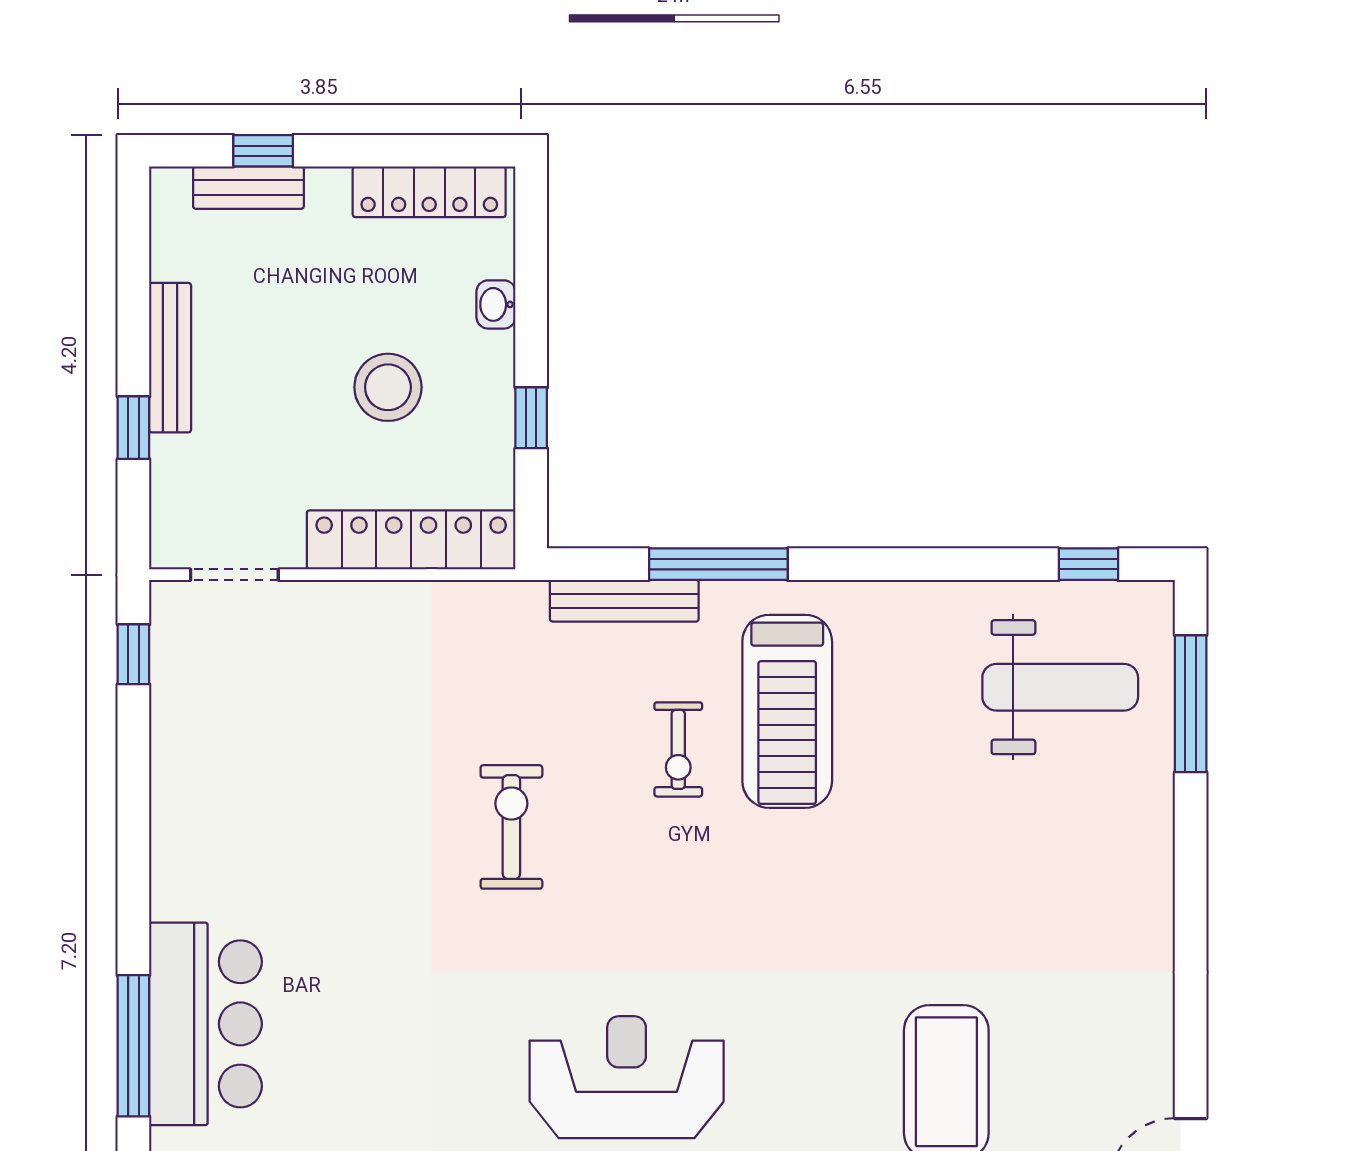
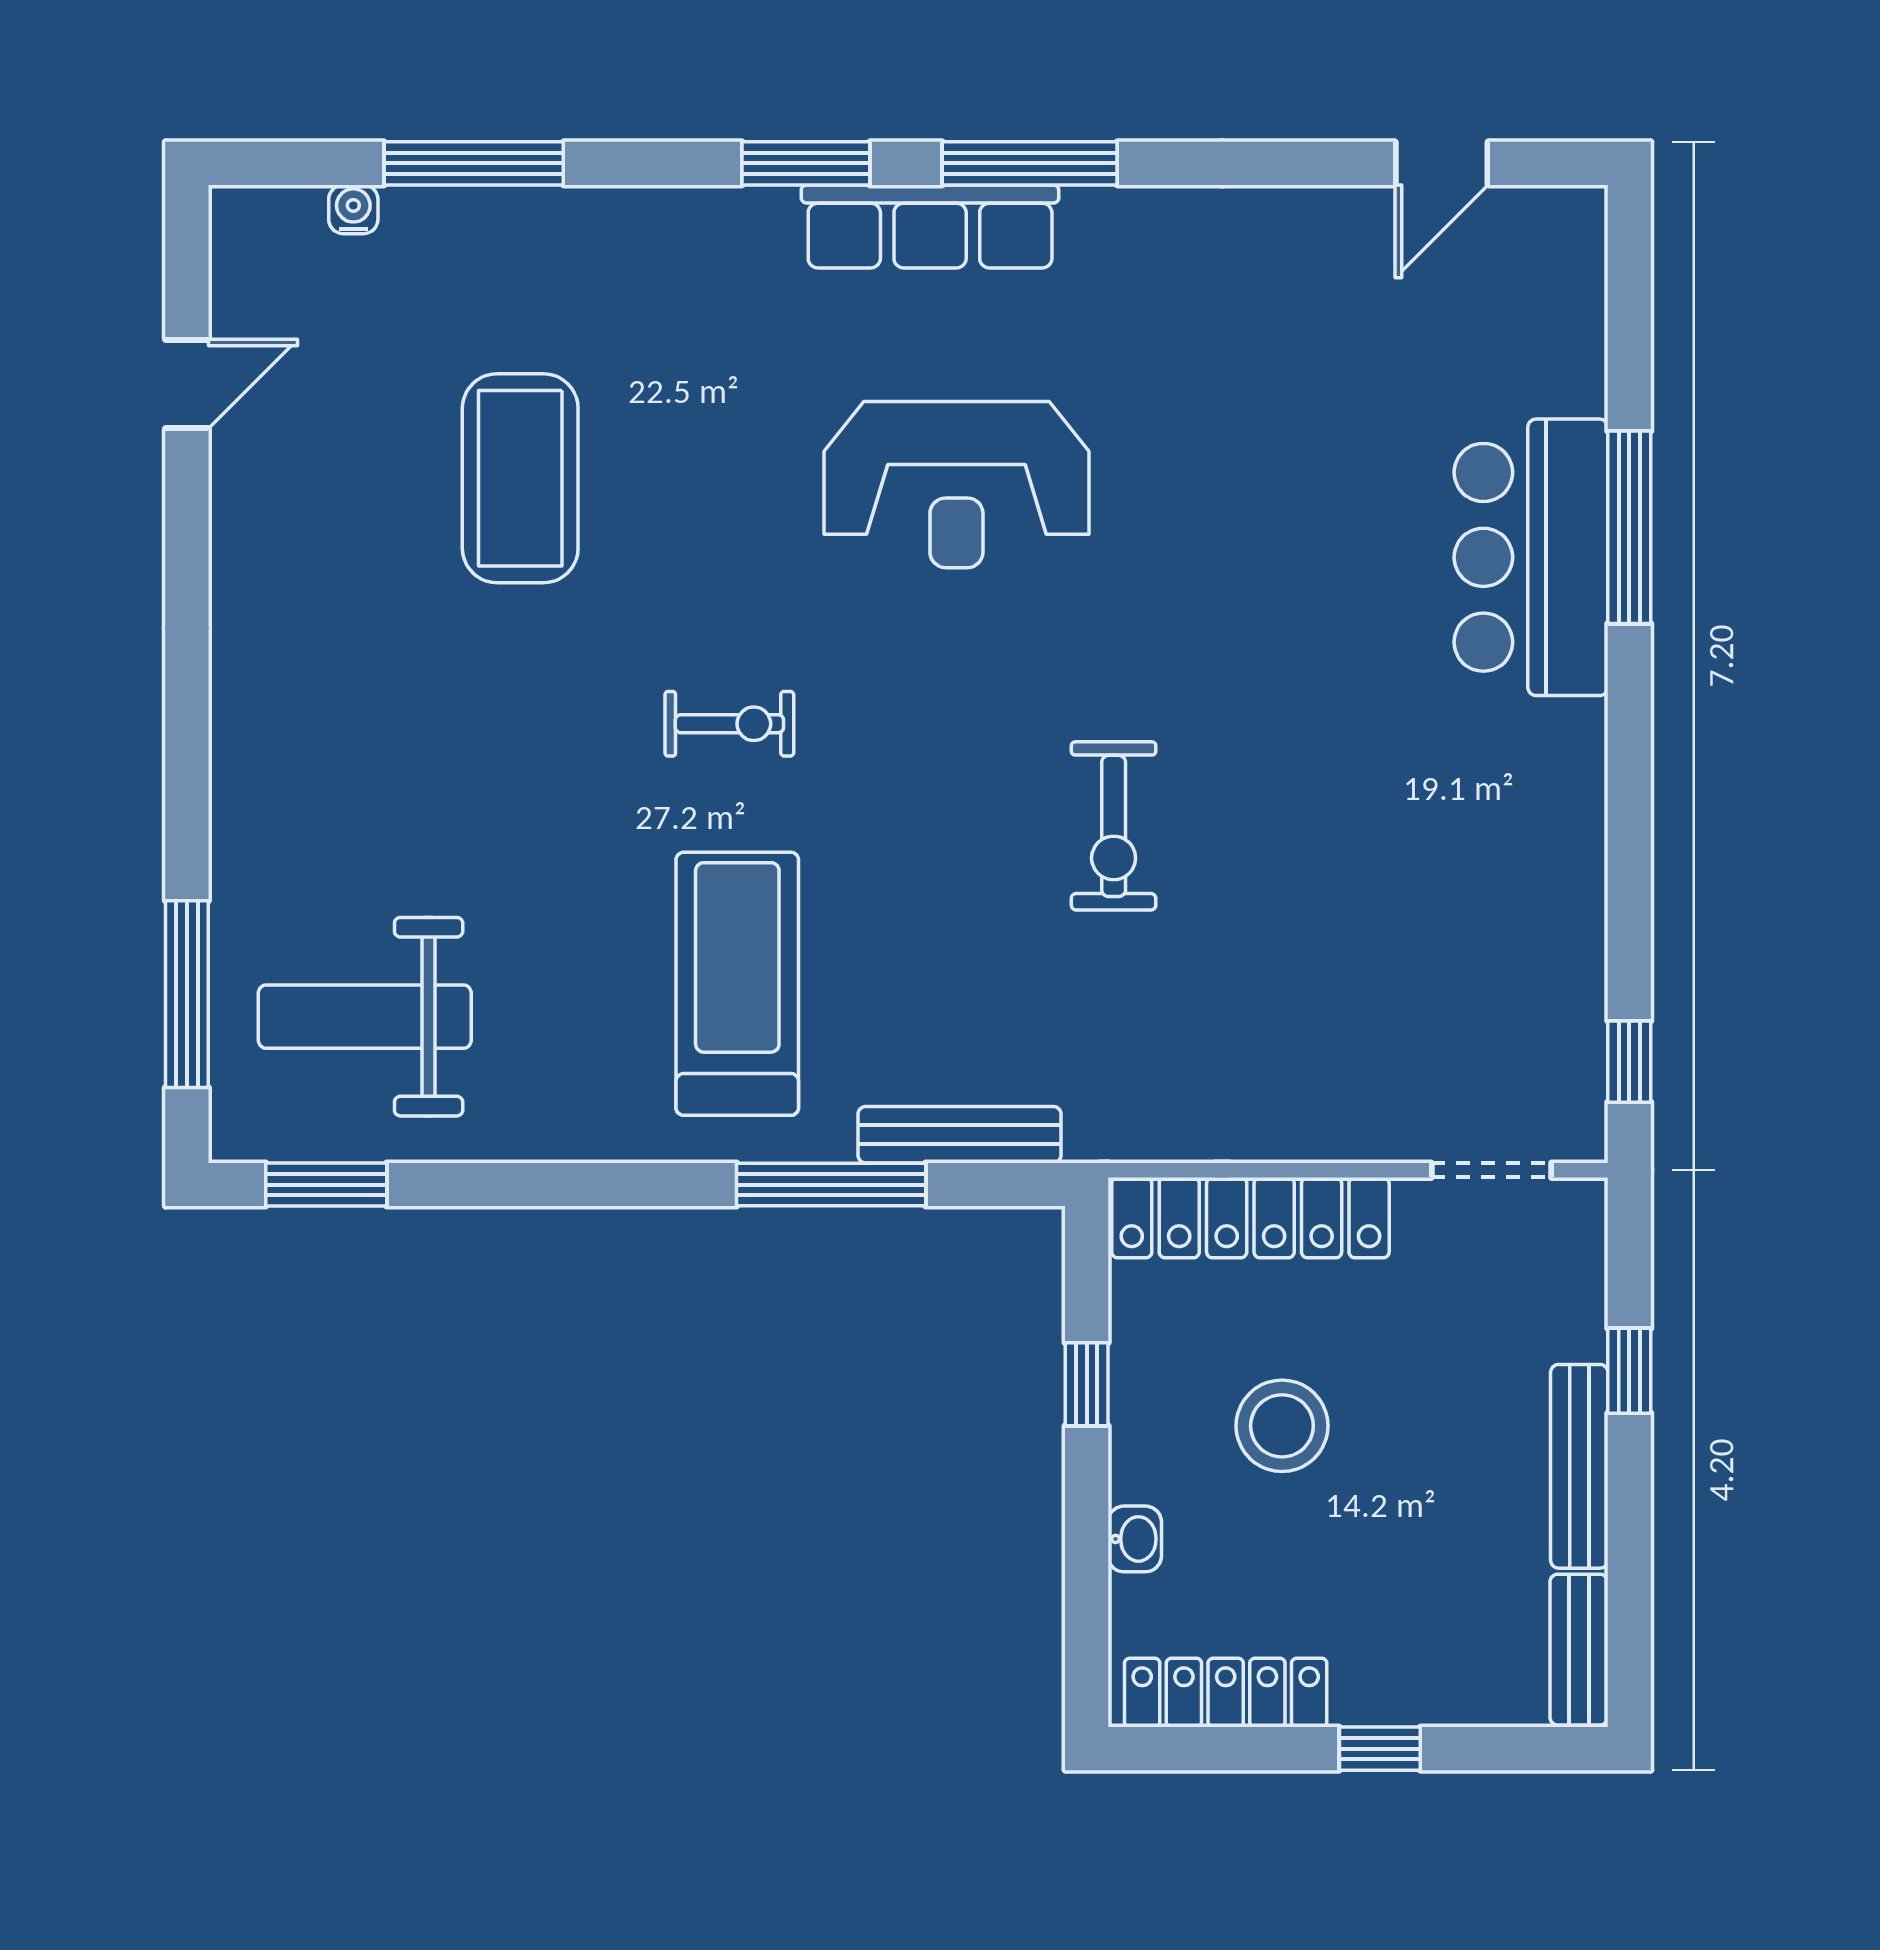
window: (263, 151) -> (1380, 1749), moved
bench: (248, 188) -> (1579, 1650), moved, turned 90
window: (1088, 564) -> (326, 1185), width x1.50
exercise bike: (678, 749) -> (729, 724), moved, turned 90

